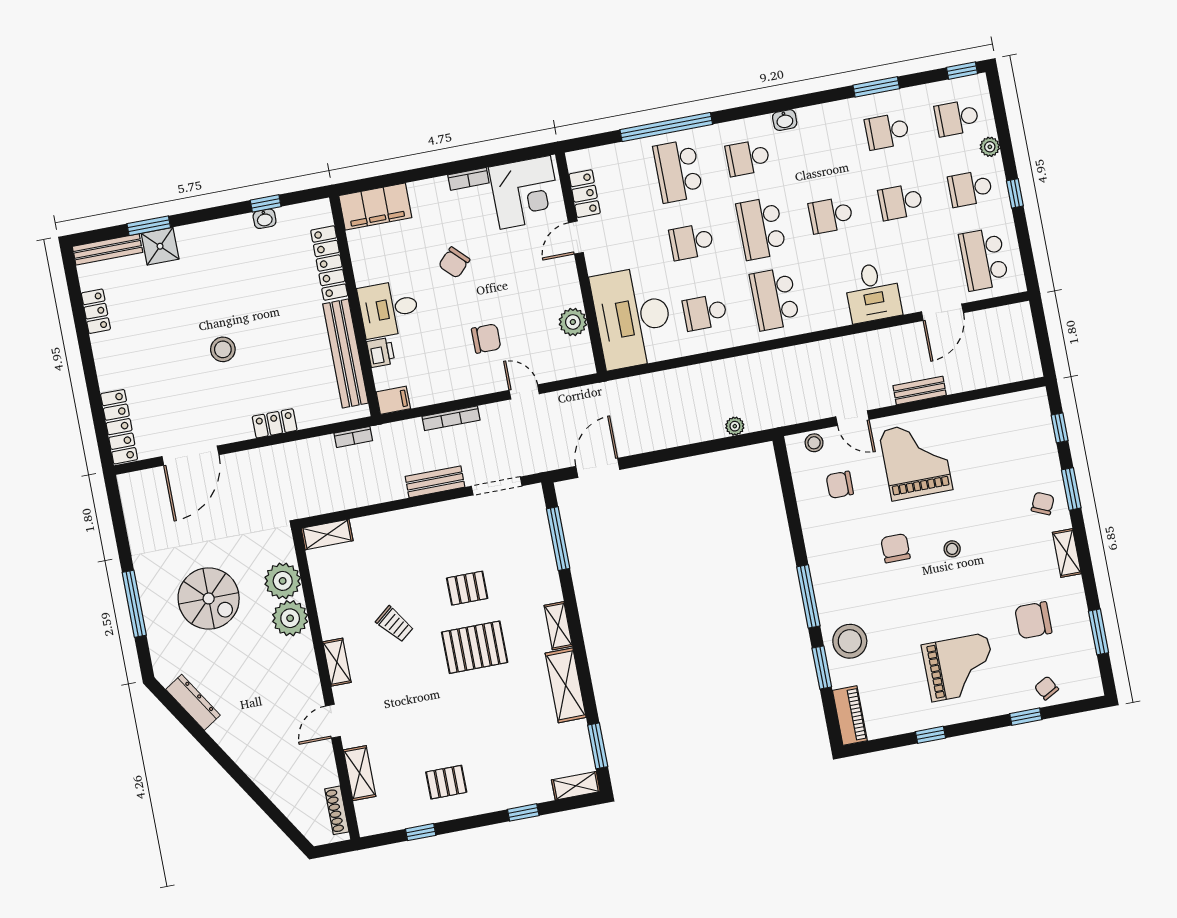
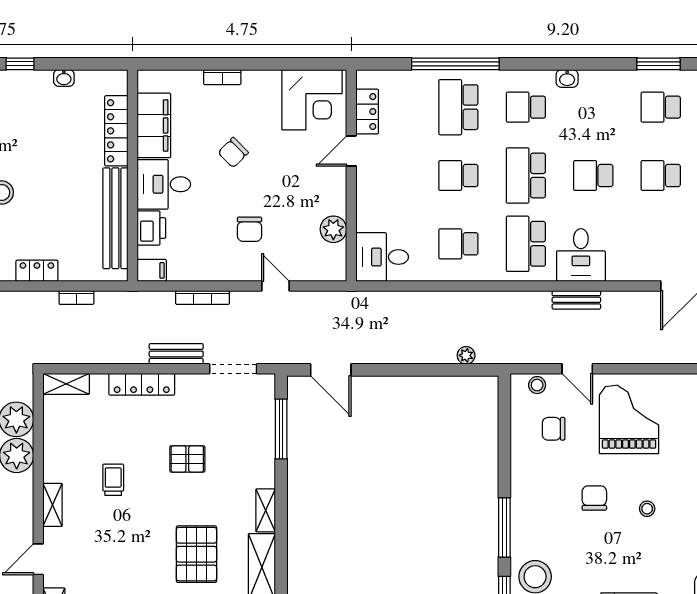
bookcase: (468, 179) -> (222, 77), moved
window: (266, 203) -> (20, 64), moved
filing cabinet: (375, 207) -> (154, 125), moved, turned -90
desk: (873, 292) -> (581, 255), moved
desk: (633, 318) -> (382, 257), width x0.53, depth x0.77
chair: (486, 339) -> (249, 229), turned 90
printer: (381, 352) -> (151, 228), width x1.36, depth x1.24
bench: (920, 390) -> (576, 300), moved
bookcase: (353, 437) -> (76, 298), moved
door: (598, 468) -> (331, 370), swing flipped
locker: (405, 520) -> (142, 384), added
trolley: (395, 624) -> (113, 480), turned -141
pallet: (475, 647) -> (196, 554), moved, turned 90

